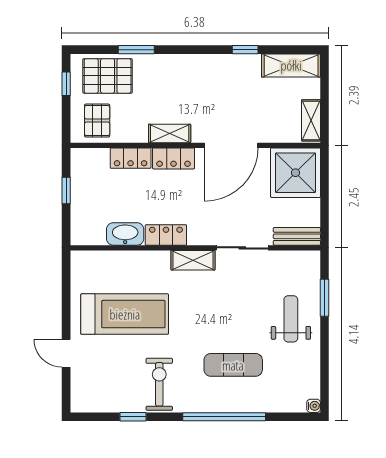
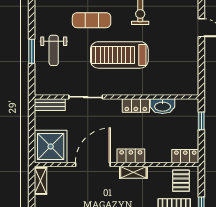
locker: (131, 158) -> (185, 156), moved
window: (66, 191) -> (201, 121), moved
shelving: (193, 260) -> (118, 89), removed
window: (325, 298) -> (32, 51), moved
treadmill: (125, 314) -> (119, 55), moved

